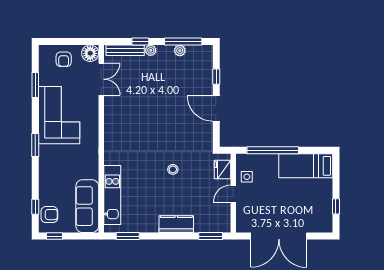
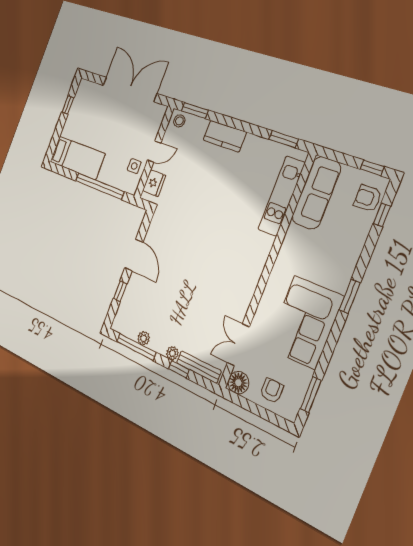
window: (35, 85) -> (311, 395), moved
stool: (173, 169) -> (179, 121), moved

